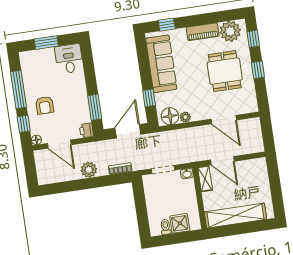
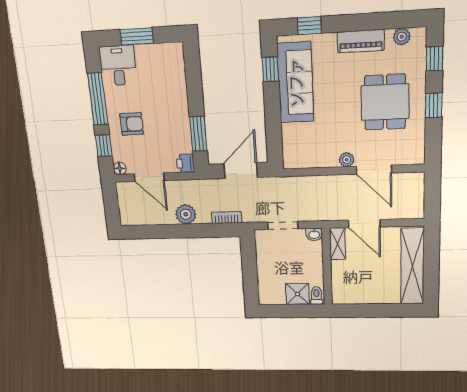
plant: (230, 31) -> (402, 37), width x0.53, depth x0.53
desk: (69, 59) -> (118, 66), moved
window: (149, 98) -> (270, 69), moved
armchair: (45, 105) -> (132, 124), turned -90
floor lamp: (170, 116) -> (300, 157), removed
plant: (185, 117) -> (347, 160), moved
shelving: (235, 216) -> (412, 266), moved, turned 90
toilet: (166, 227) -> (316, 296), moved

